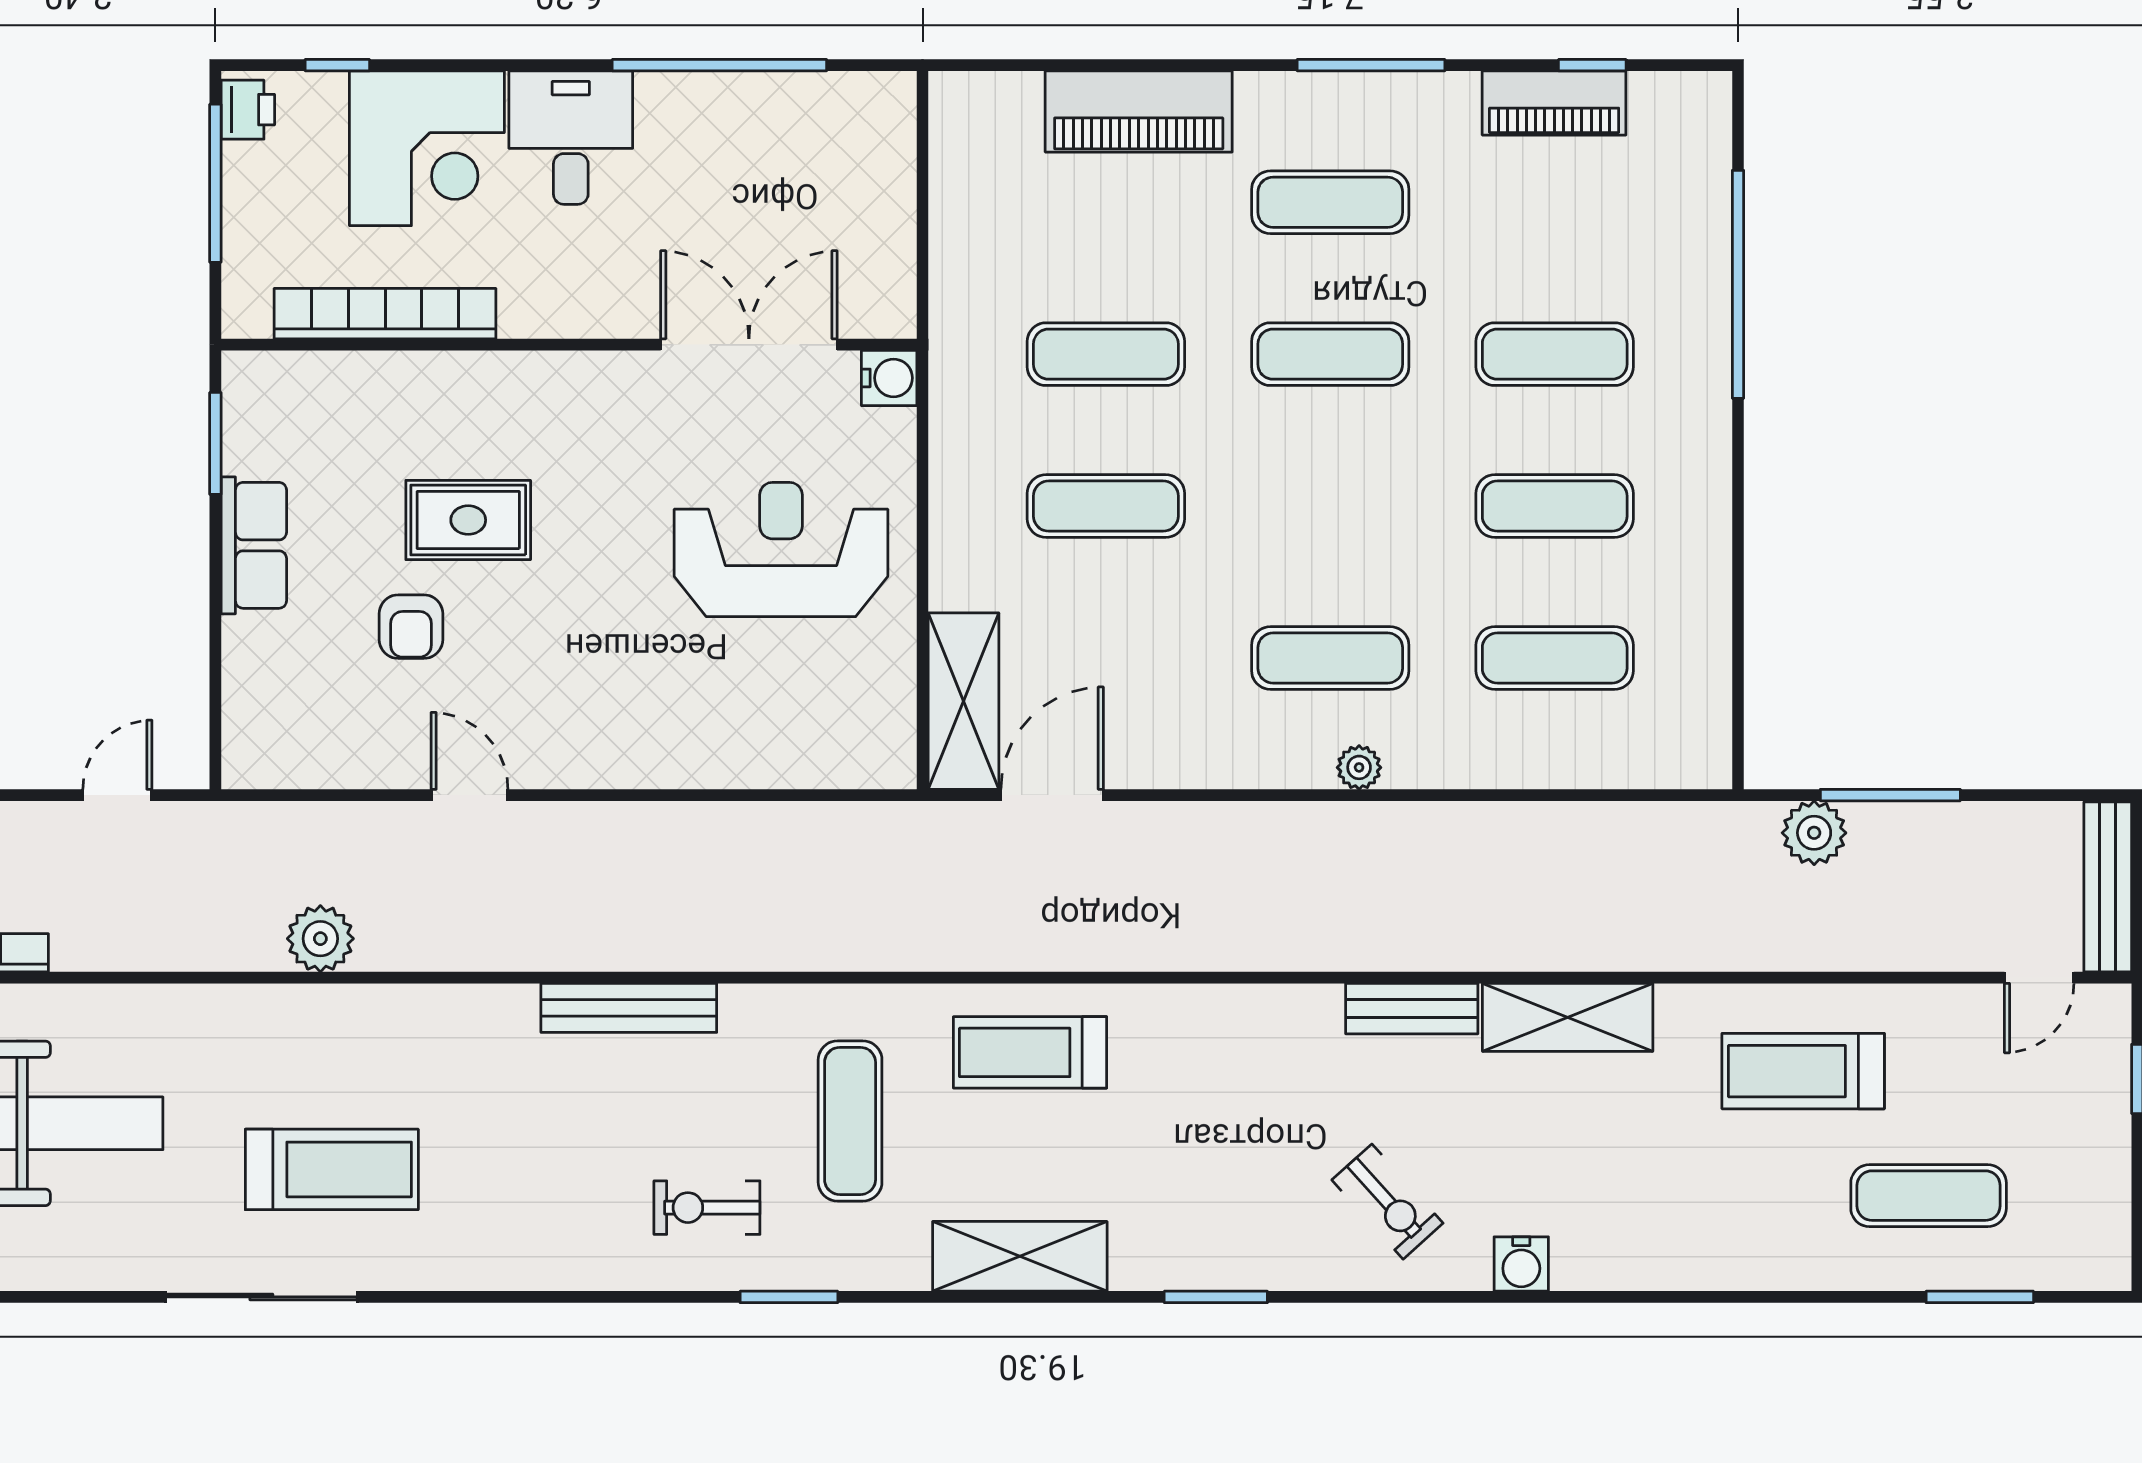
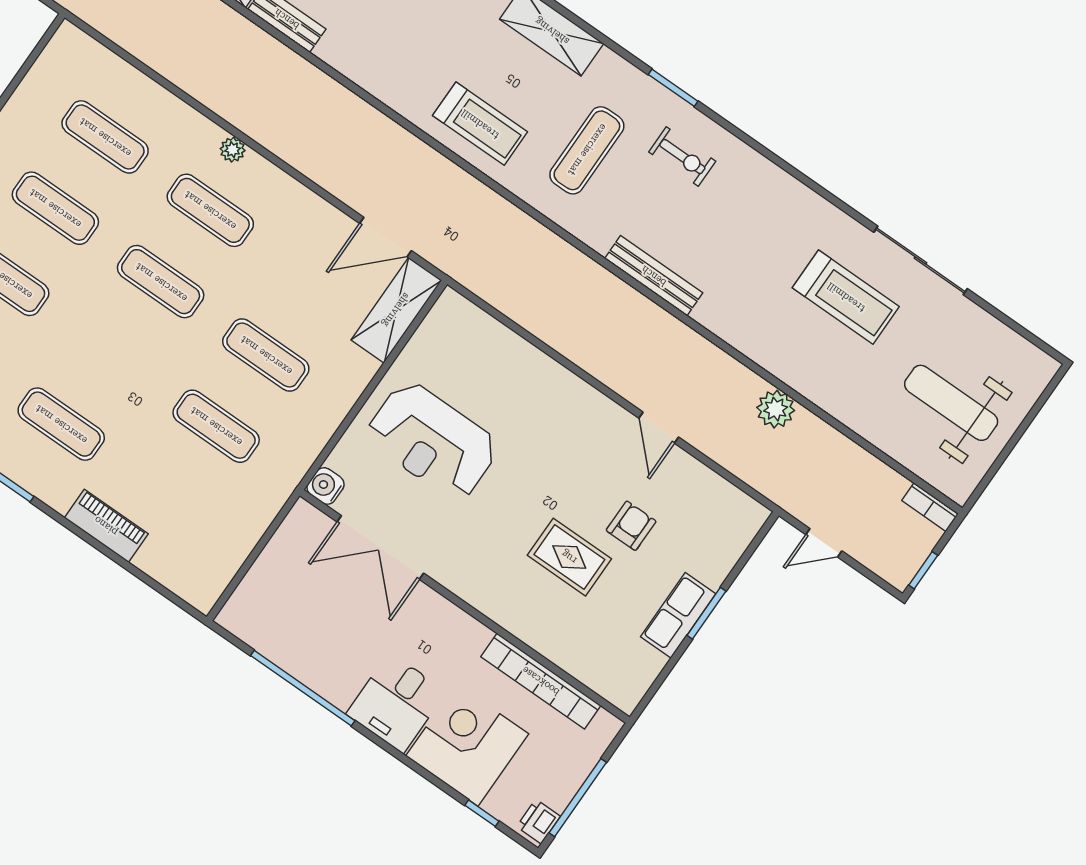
piano: (1139, 111) -> (106, 526), width x0.73, depth x0.75
exercise mat: (1330, 354) -> (161, 282), moved
window: (215, 443) -> (706, 613), moved
treadmill: (332, 1169) -> (846, 297), turned 180

